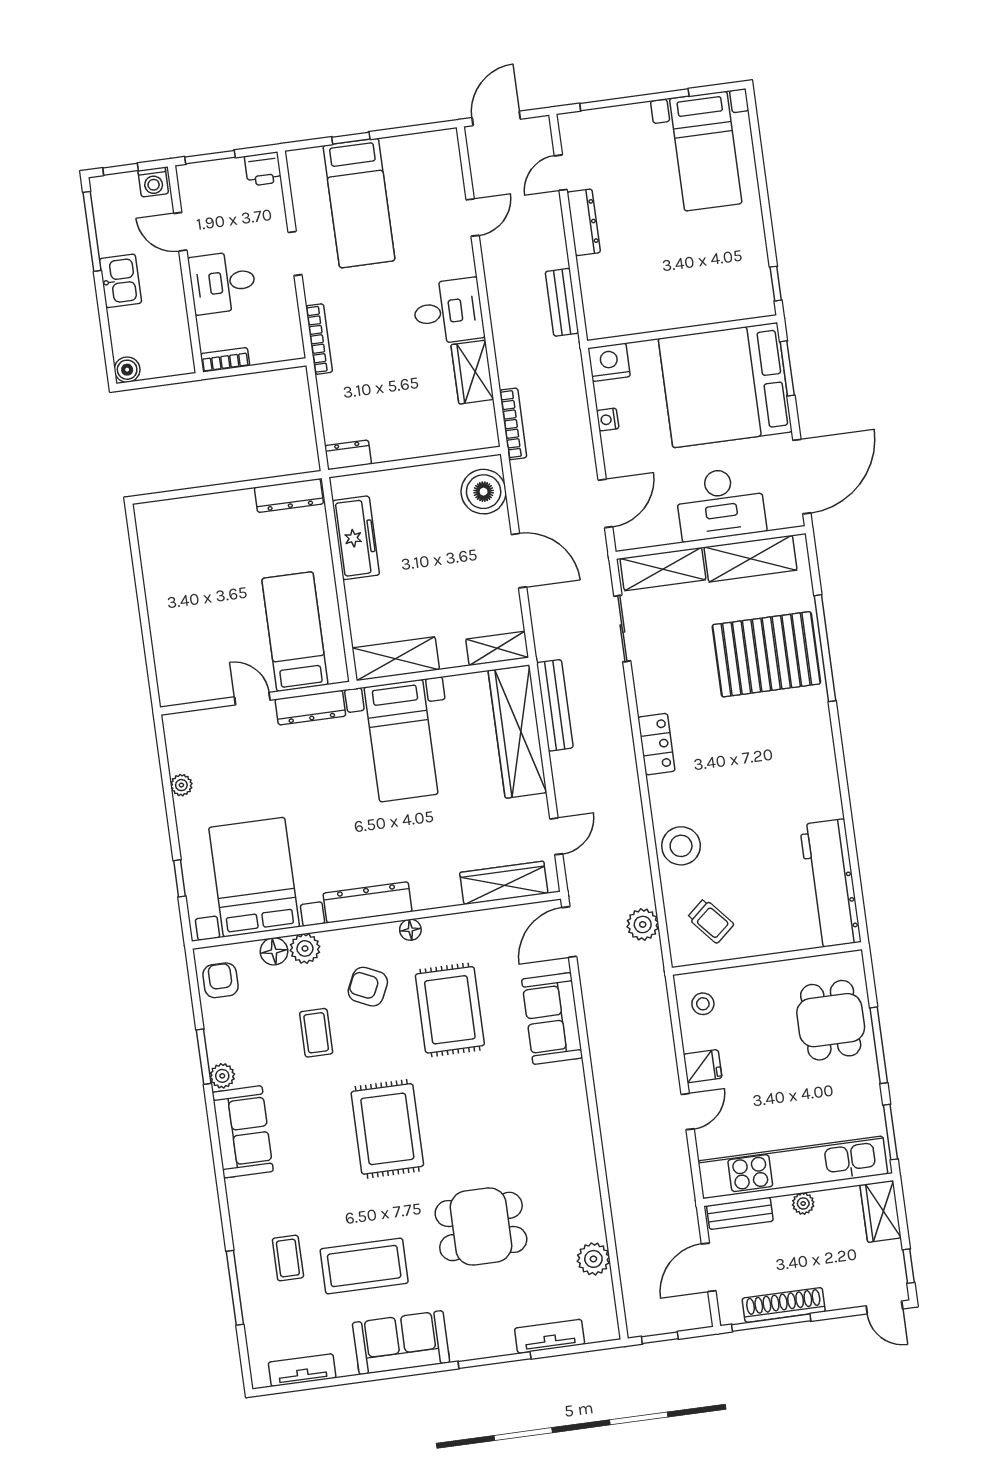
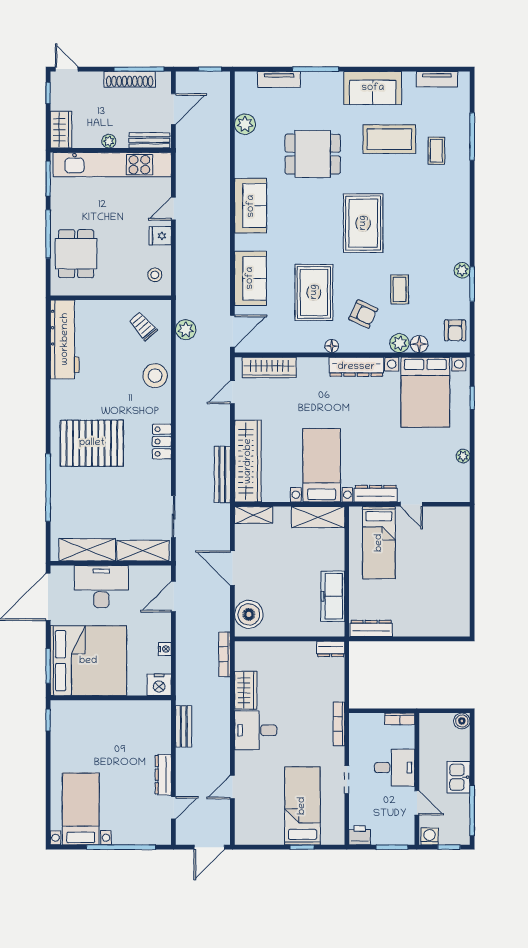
pallet: (766, 654) -> (92, 443), moved
sofa: (243, 1132) -> (251, 206), moved, turned 180

